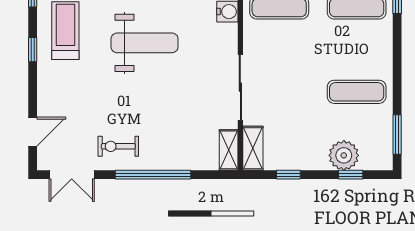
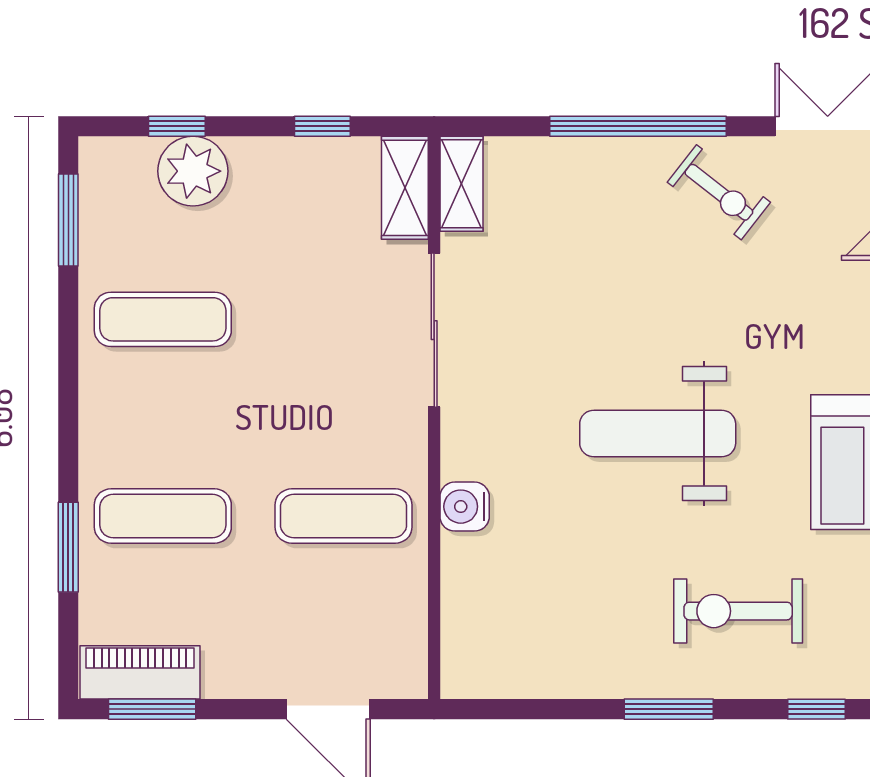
exercise bike: (118, 146) -> (719, 192), turned 38

